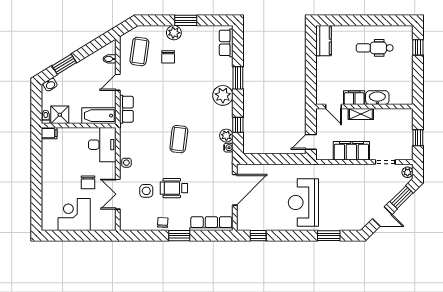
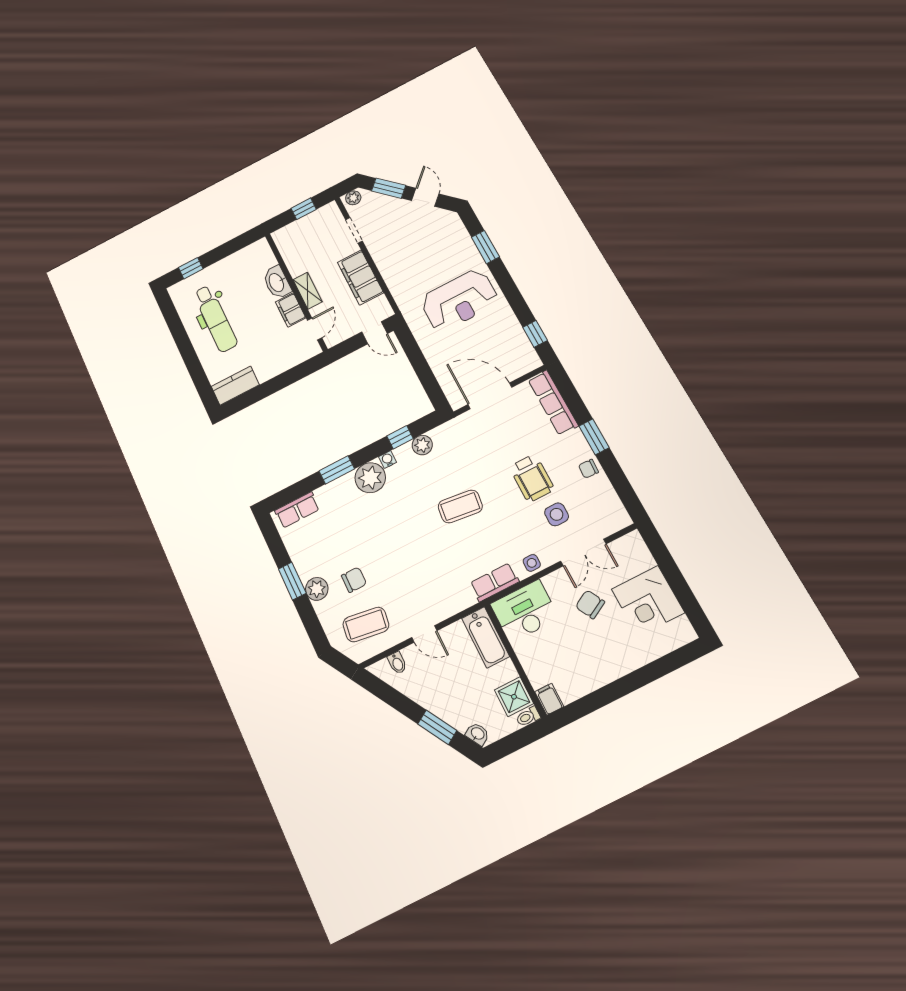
dental chair: (375, 48) -> (215, 319), width x1.36, depth x1.38
row of seats: (126, 109) -> (494, 582), moved
water cooler: (228, 148) -> (388, 460), moved
chair: (88, 182) -> (590, 604), turned -118

